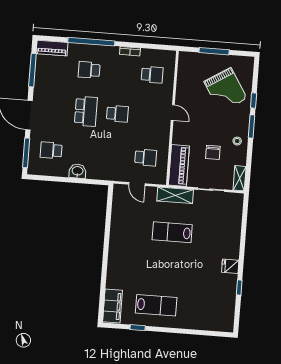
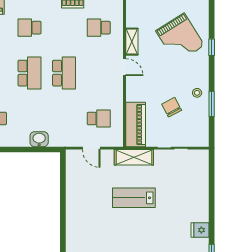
school desk: (152, 75) -> (99, 28), turned 180
school desk: (117, 114) -> (64, 73), width x1.85
window: (252, 126) -> (212, 104), moved
chair: (213, 152) -> (172, 107), turned 152
washbasin: (77, 171) -> (39, 139), moved
shelving: (240, 178) -> (132, 42), moved

